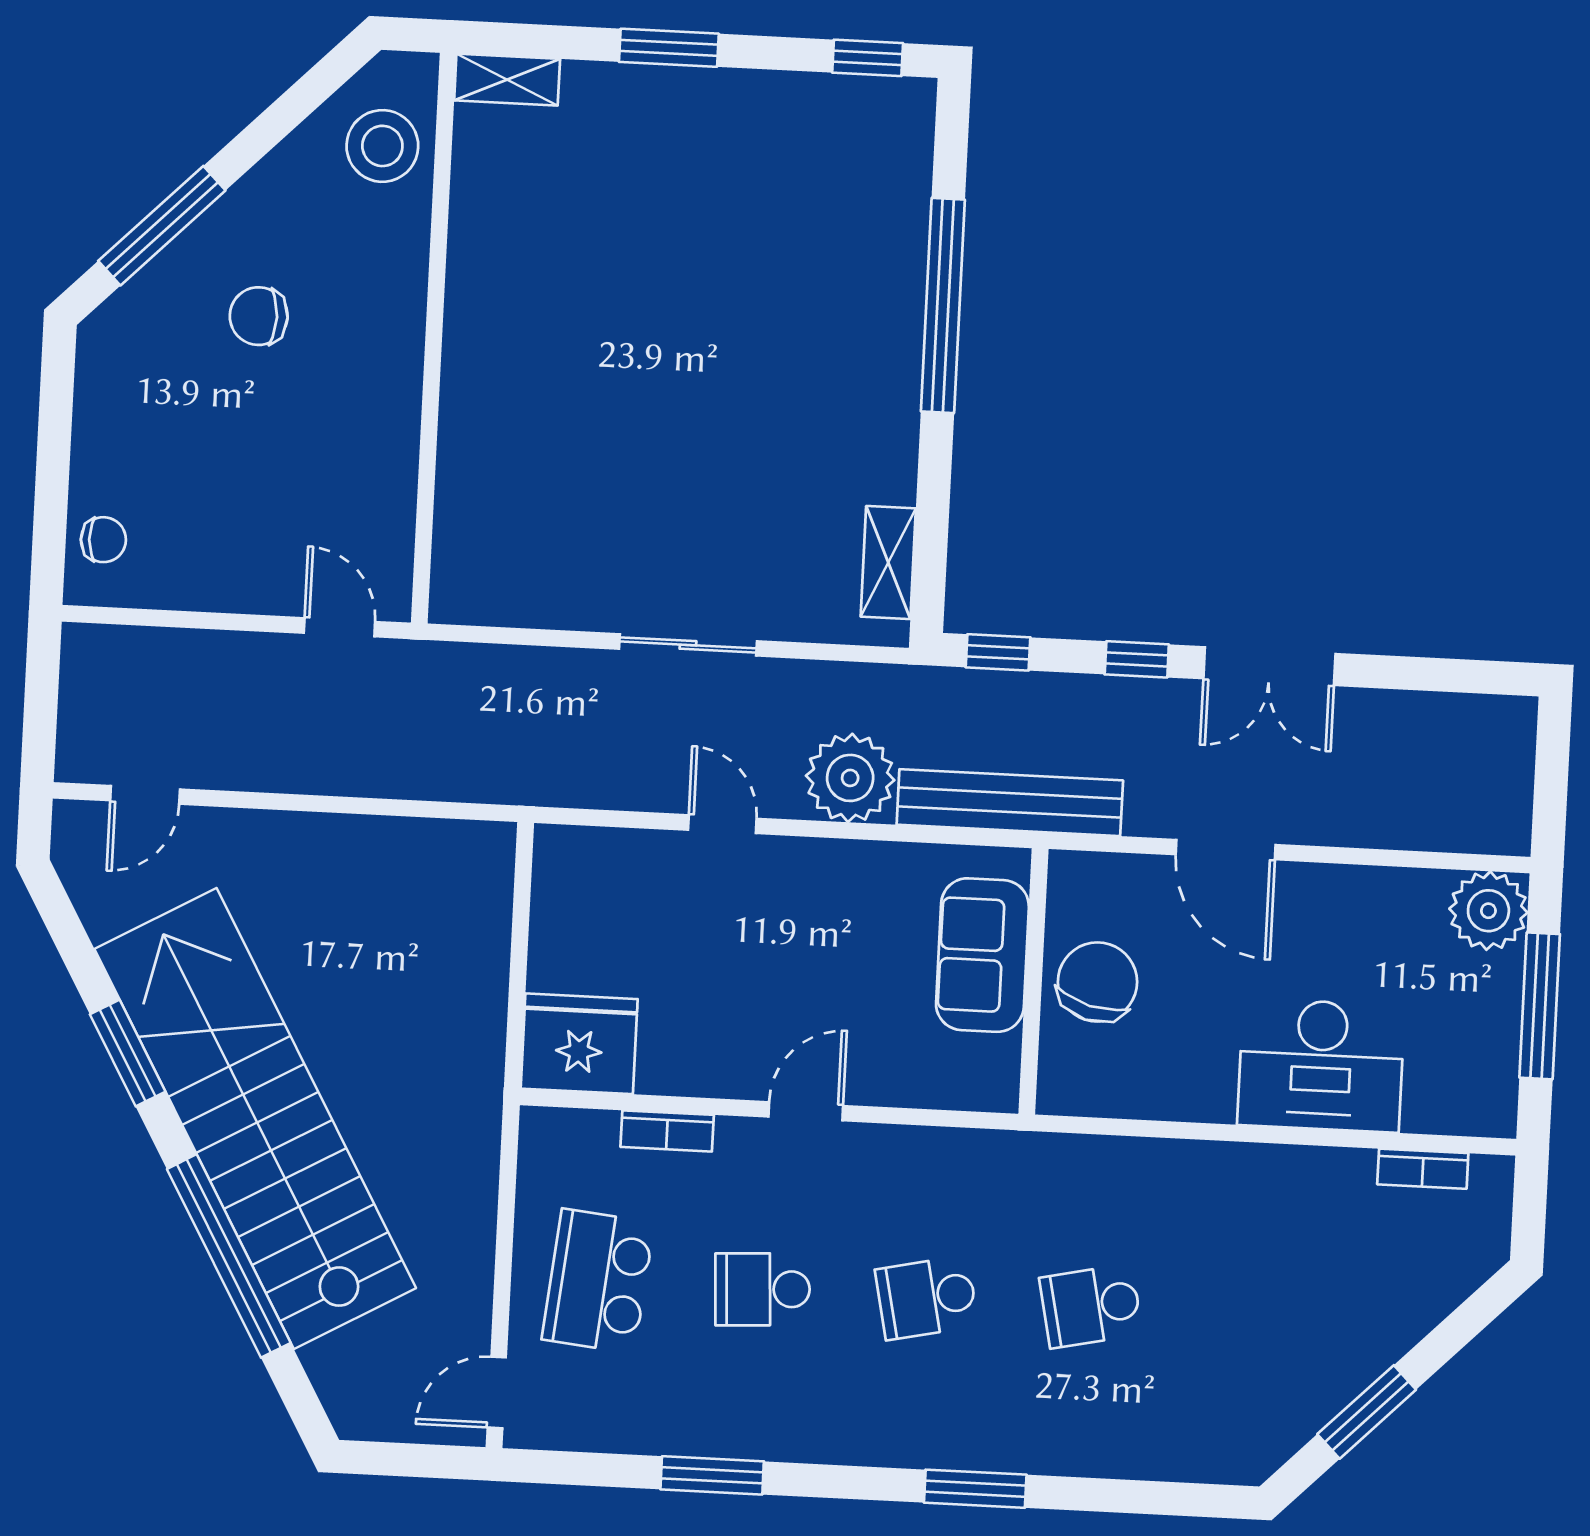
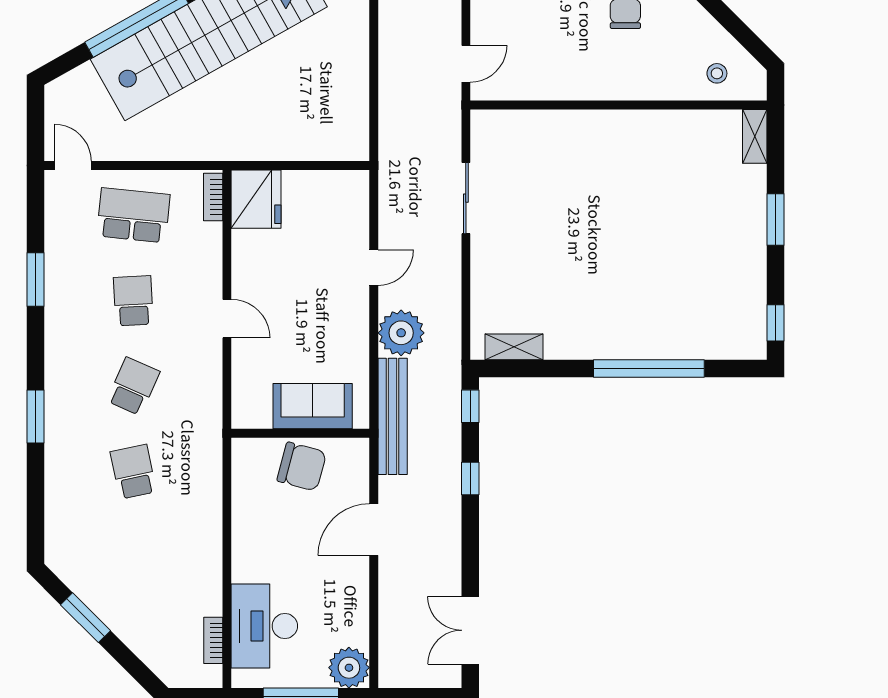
stool: (382, 146) -> (717, 73), width x0.53, depth x0.53
sliding door: (688, 645) -> (466, 198), moved
double door: (1269, 666) -> (470, 630), moved
desk: (1321, 1065) -> (264, 626), moved
bookcase: (667, 1131) -> (213, 197), moved
school desk: (927, 1298) -> (133, 386), turned 36

